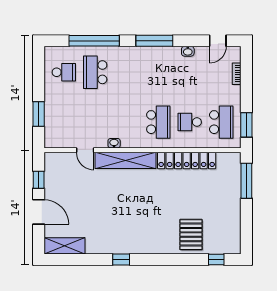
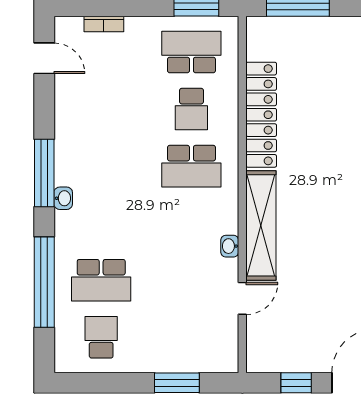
washbasin: (188, 51) -> (63, 198), moved
school desk: (158, 122) -> (191, 166), turned 180

